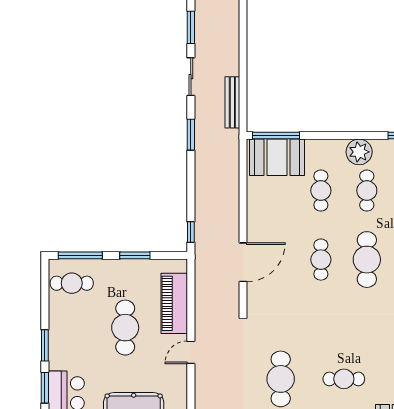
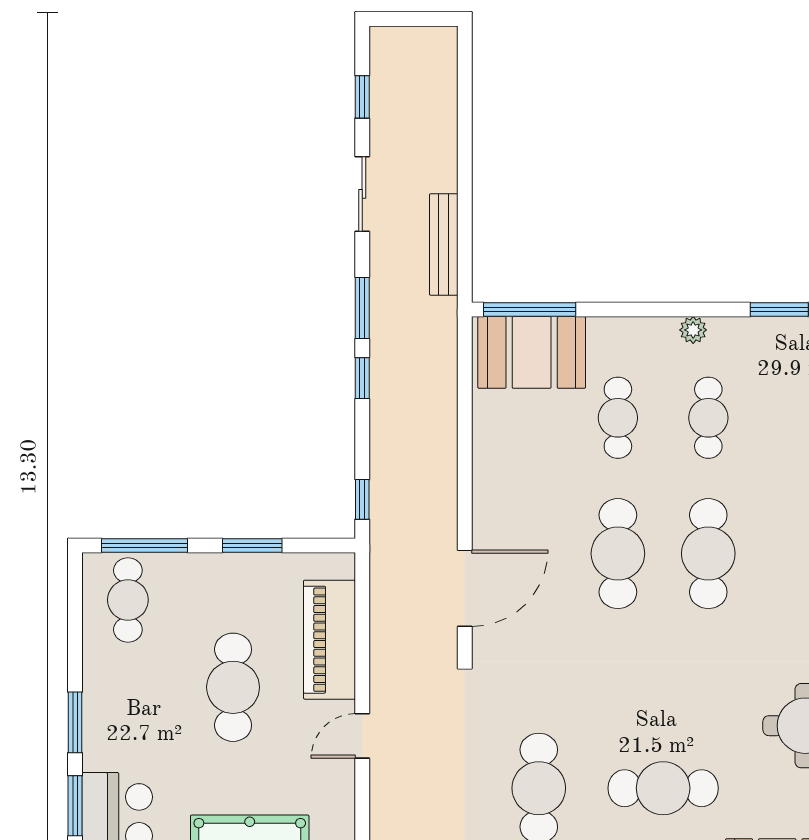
window: (191, 27) -> (362, 97), width x0.67
plant: (359, 152) -> (693, 330), width x0.53, depth x0.53
window: (191, 170) -> (362, 378), added
cafe table: (321, 260) -> (618, 554), width x1.37, depth x1.35
door: (243, 262) -> (465, 588), moved
cafe table: (72, 283) -> (128, 600), turned 90
cafe table: (344, 379) -> (663, 788), width x1.37, depth x1.35

